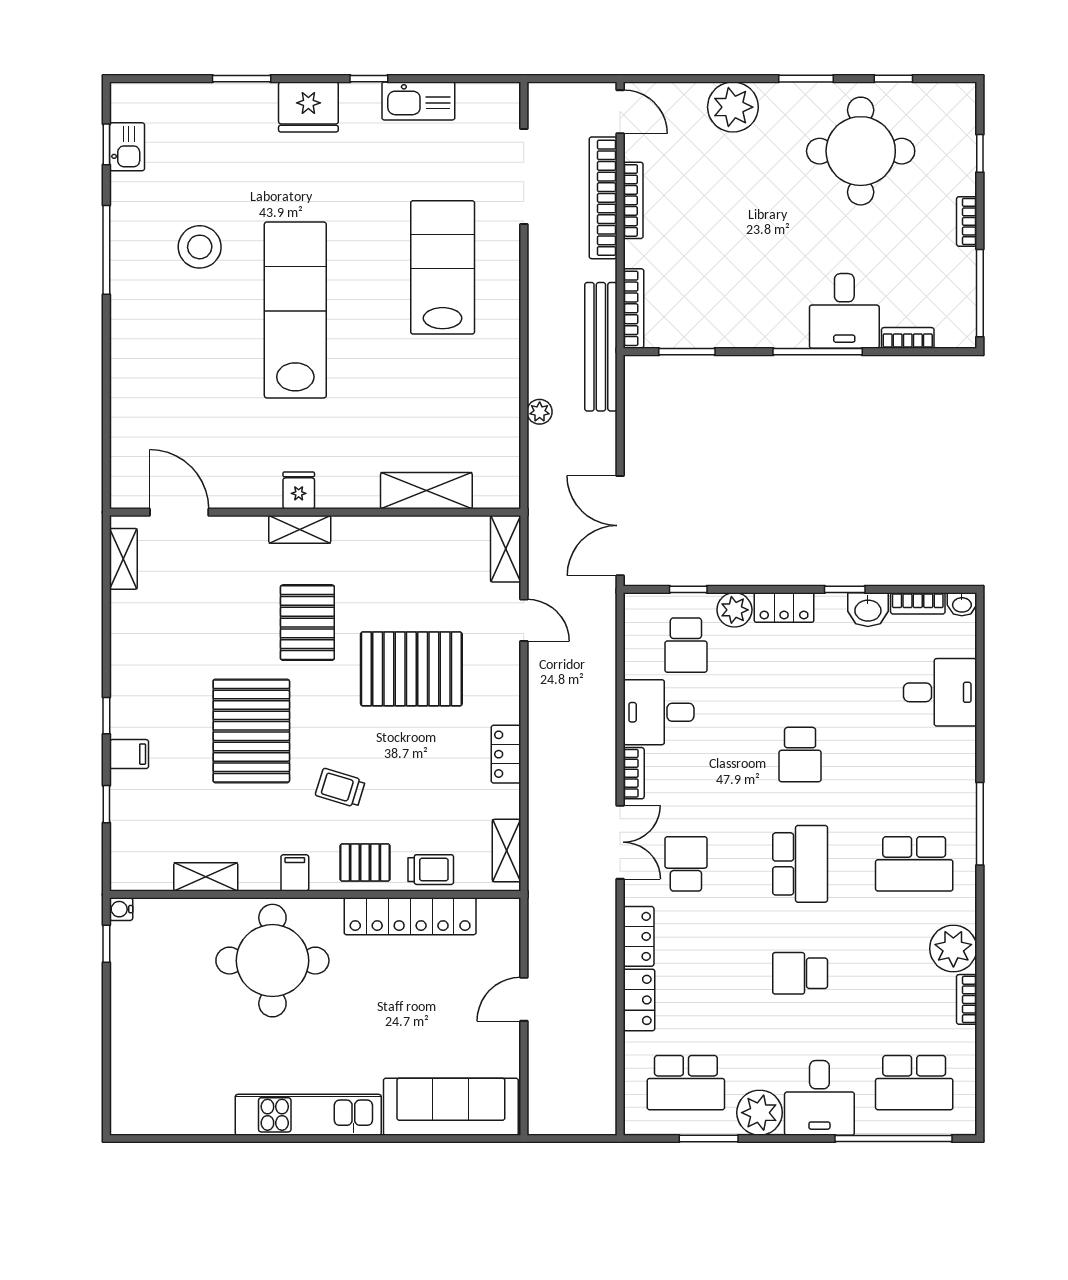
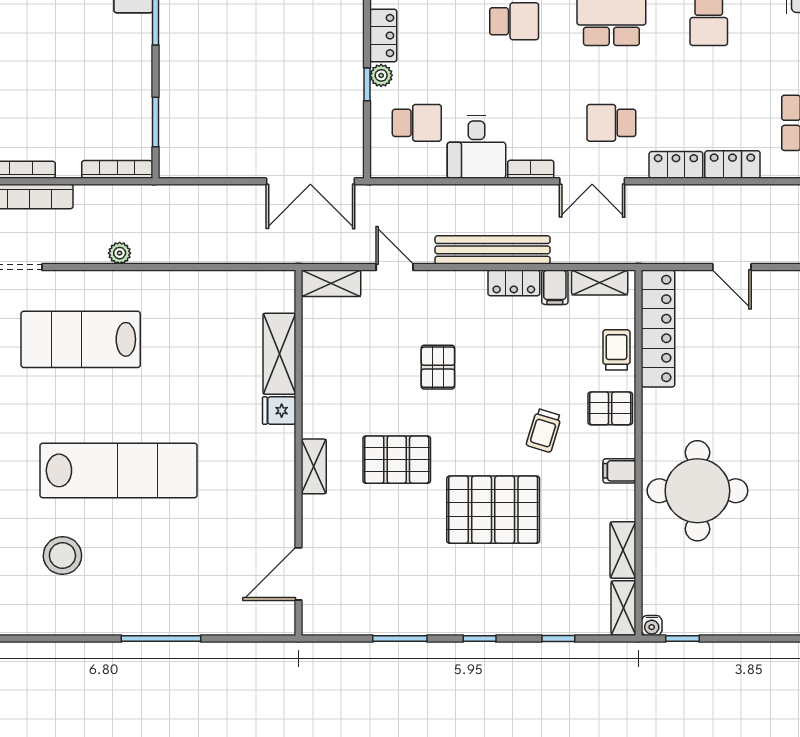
window: (106, 250) -> (161, 639), moved
lab bench: (295, 310) -> (119, 470), turned 180
bench: (601, 347) -> (493, 250), moved
plant: (540, 412) -> (120, 253), moved
fridge: (299, 490) -> (279, 411), moved
shelving: (123, 559) -> (623, 608), moved, turned 90
window: (688, 589) -> (367, 84), moved
plant: (734, 610) -> (381, 75), width x0.73, depth x0.73
door: (524, 620) -> (395, 267), hinge flipped
window: (106, 626) -> (400, 639), added
pallet: (411, 669) -> (438, 367), width x0.49, depth x0.50
filing cabinet: (129, 754) -> (555, 287), moved, turned 180
double door: (620, 842) -> (592, 181), swing flipped
pallet: (365, 862) -> (610, 408), turned 90
locker: (410, 916) -> (658, 328), moved

